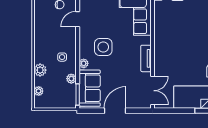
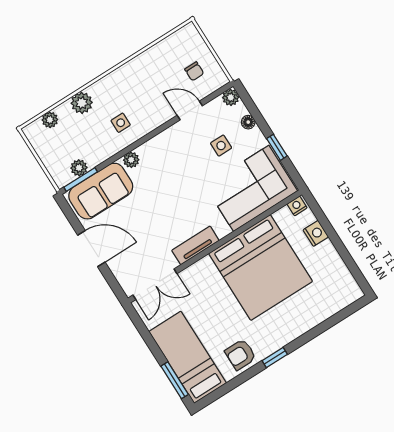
bed: (177, 33) -> (261, 267), added
side table: (103, 47) -> (221, 146), moved, width x0.54, depth x0.54
plant: (71, 79) -> (79, 168), moved

